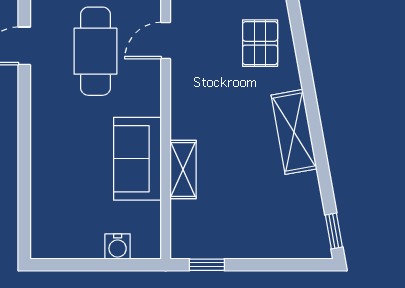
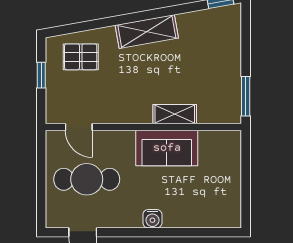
water cooler: (118, 246) -> (152, 219), moved, turned 90
window: (207, 265) -> (246, 96), width x1.50

